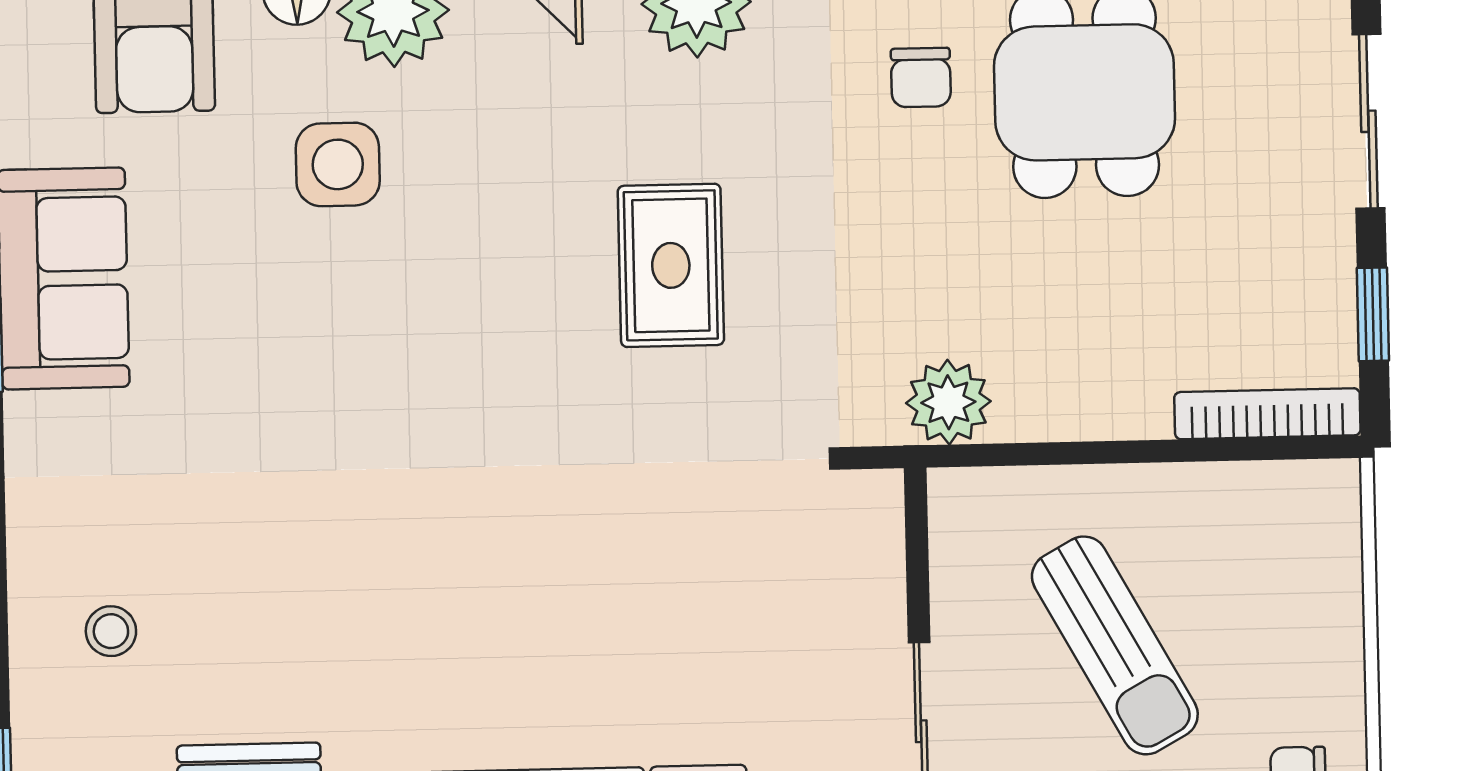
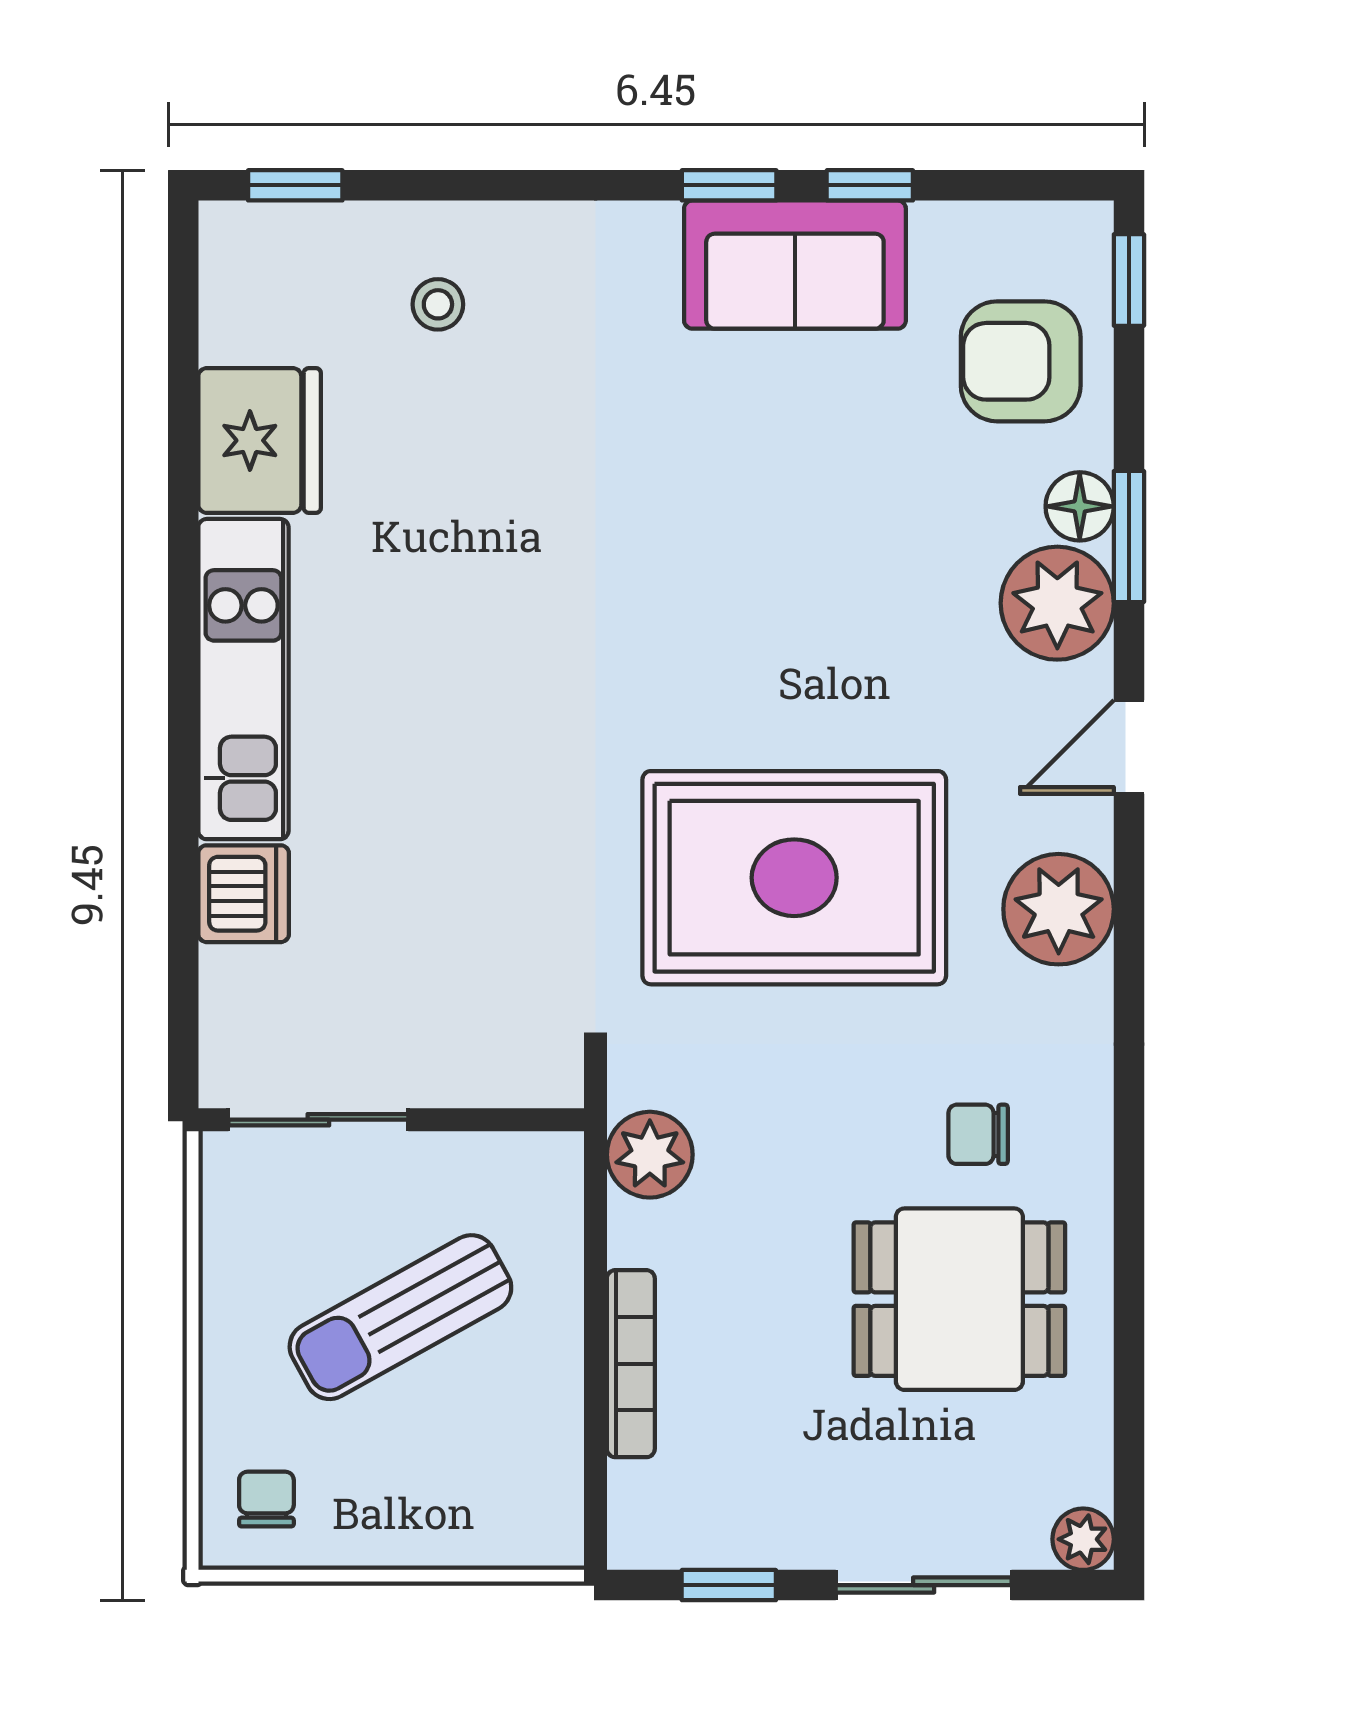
side table: (338, 164) -> (904, 544), removed
rug: (671, 265) -> (794, 878), width x1.86, depth x2.06
bookcase: (1267, 414) -> (631, 1364), moved

